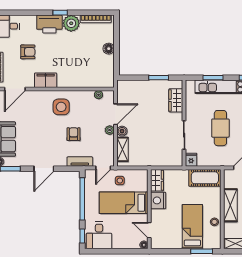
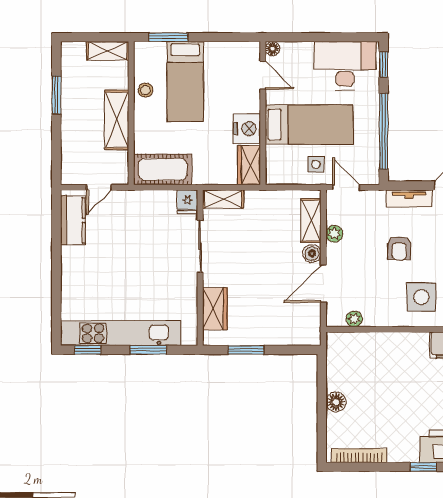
plant: (71, 23) -> (403, 448), removed
cafe table: (220, 128) -> (135, 259), removed
plant: (110, 130) -> (334, 234), moved
shelving: (171, 161) -> (223, 199), added
tv unit: (80, 162) -> (409, 199), moved
door: (103, 168) -> (346, 187), hinge flipped
desk: (99, 235) -> (345, 66), width x1.37

